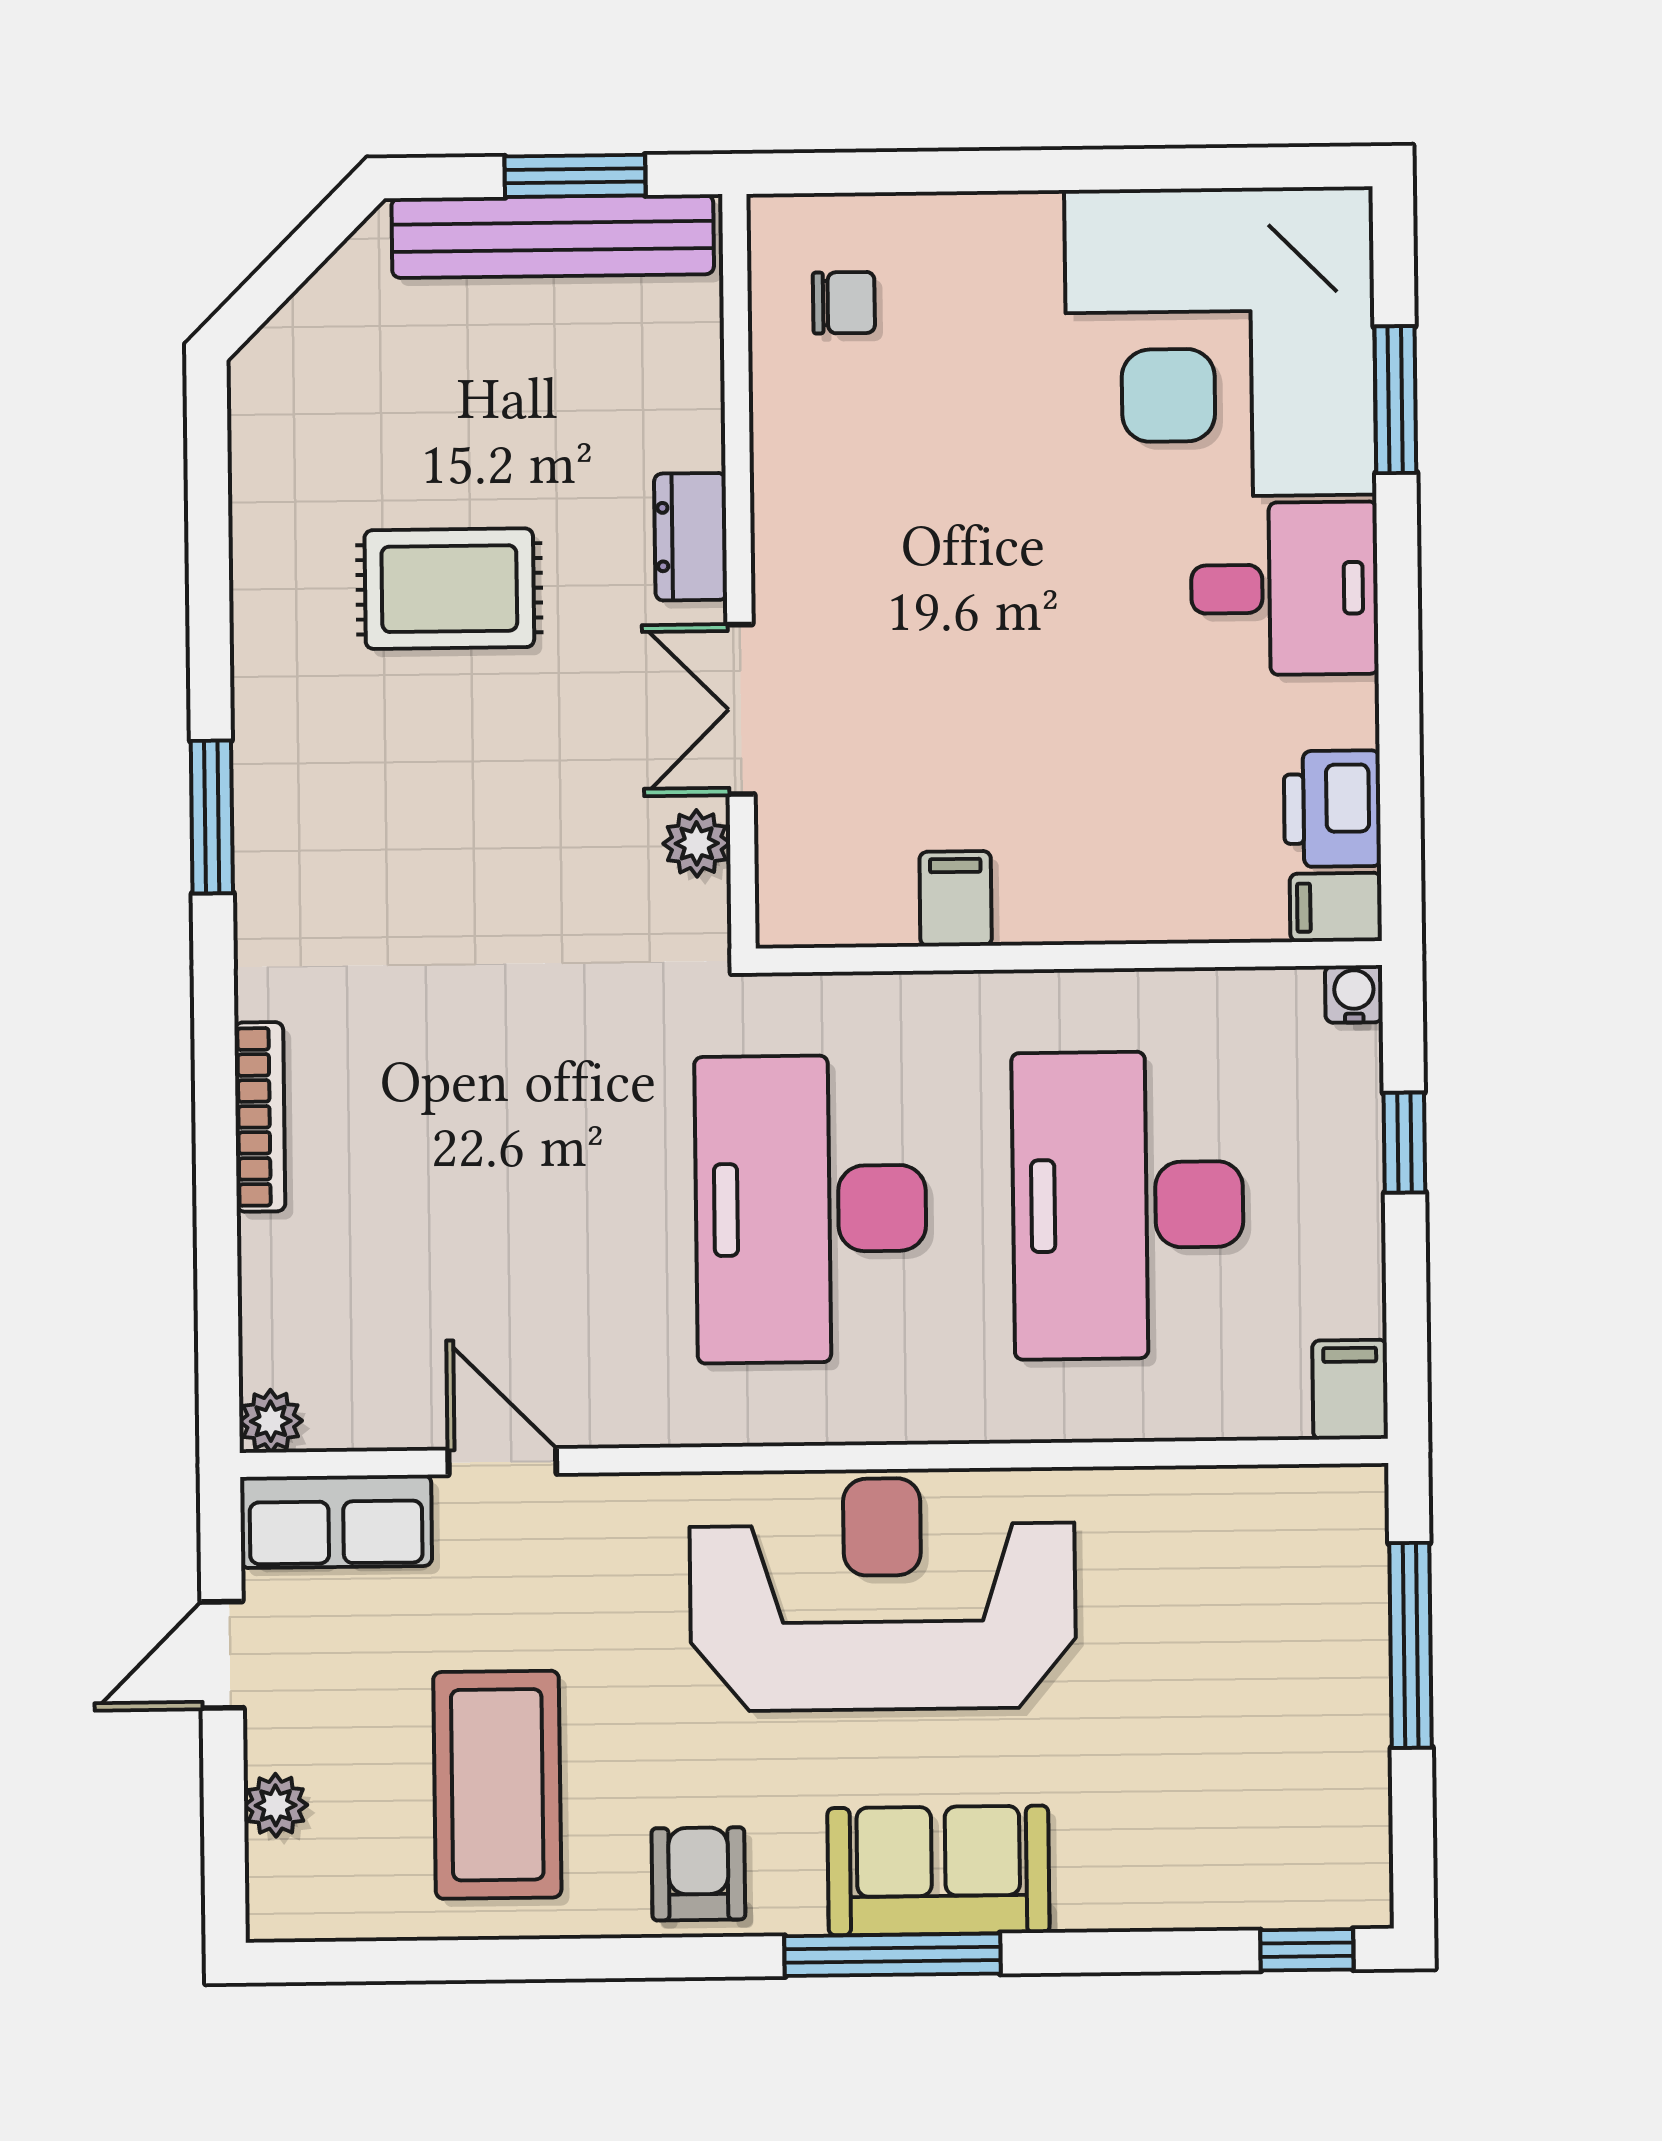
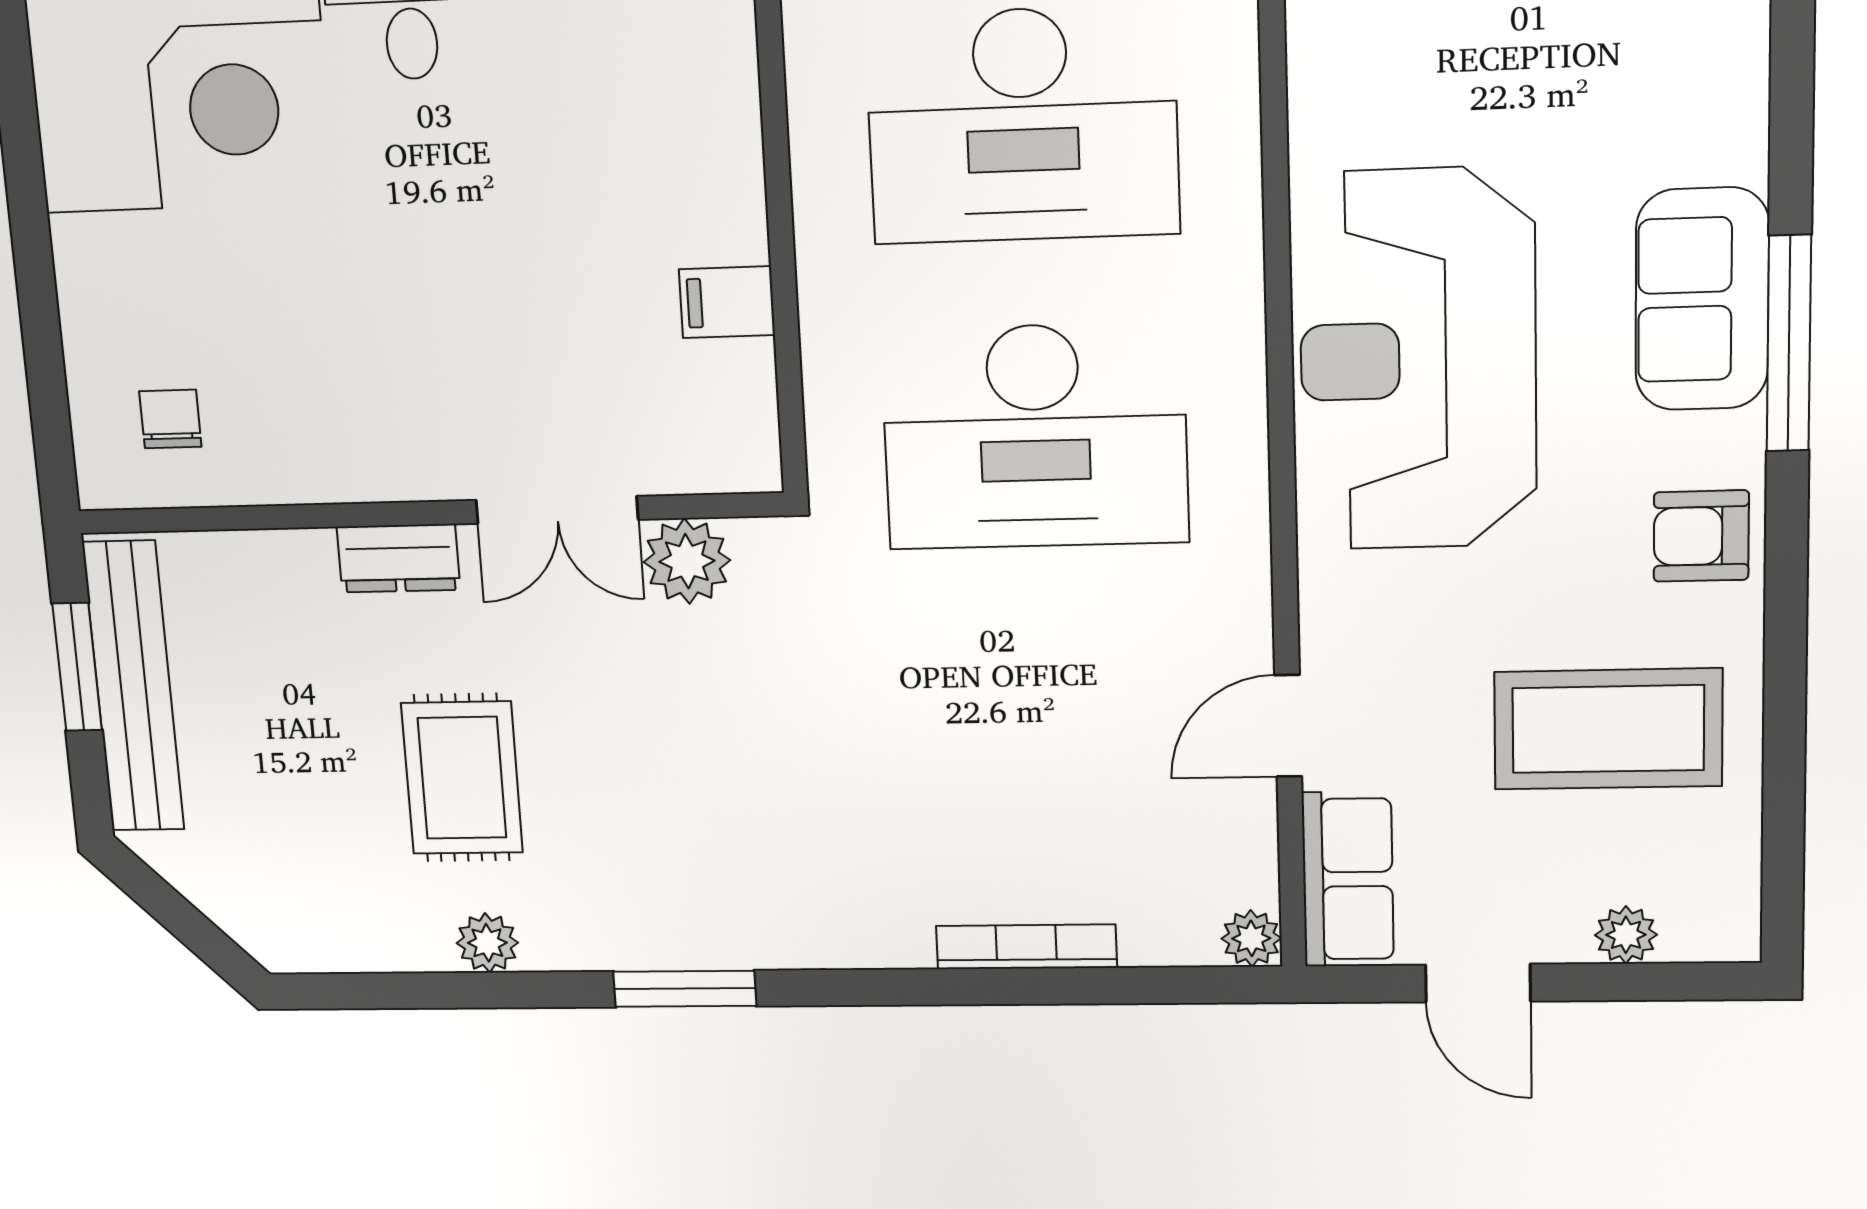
plant: (263, 604) -> (487, 943), added
plant: (697, 843) -> (687, 561), width x1.38, depth x1.38
bookcase: (260, 1117) -> (1026, 947), moved

